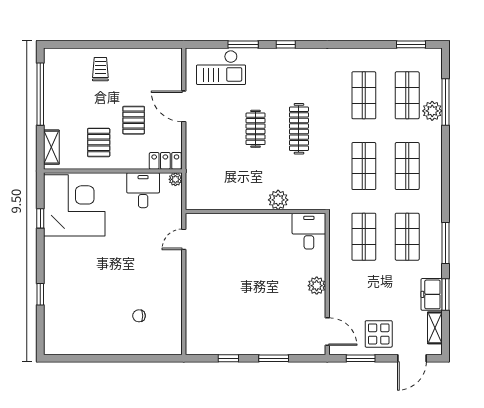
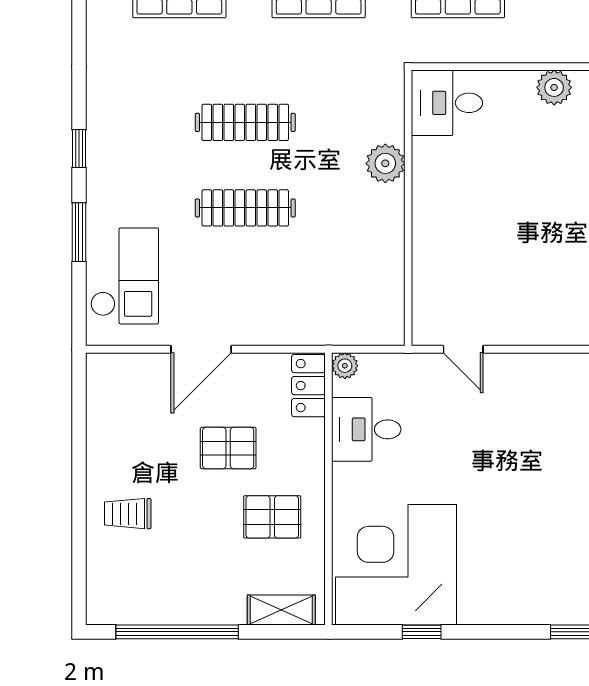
clothes rail: (256, 129) -> (245, 208), width x1.36

